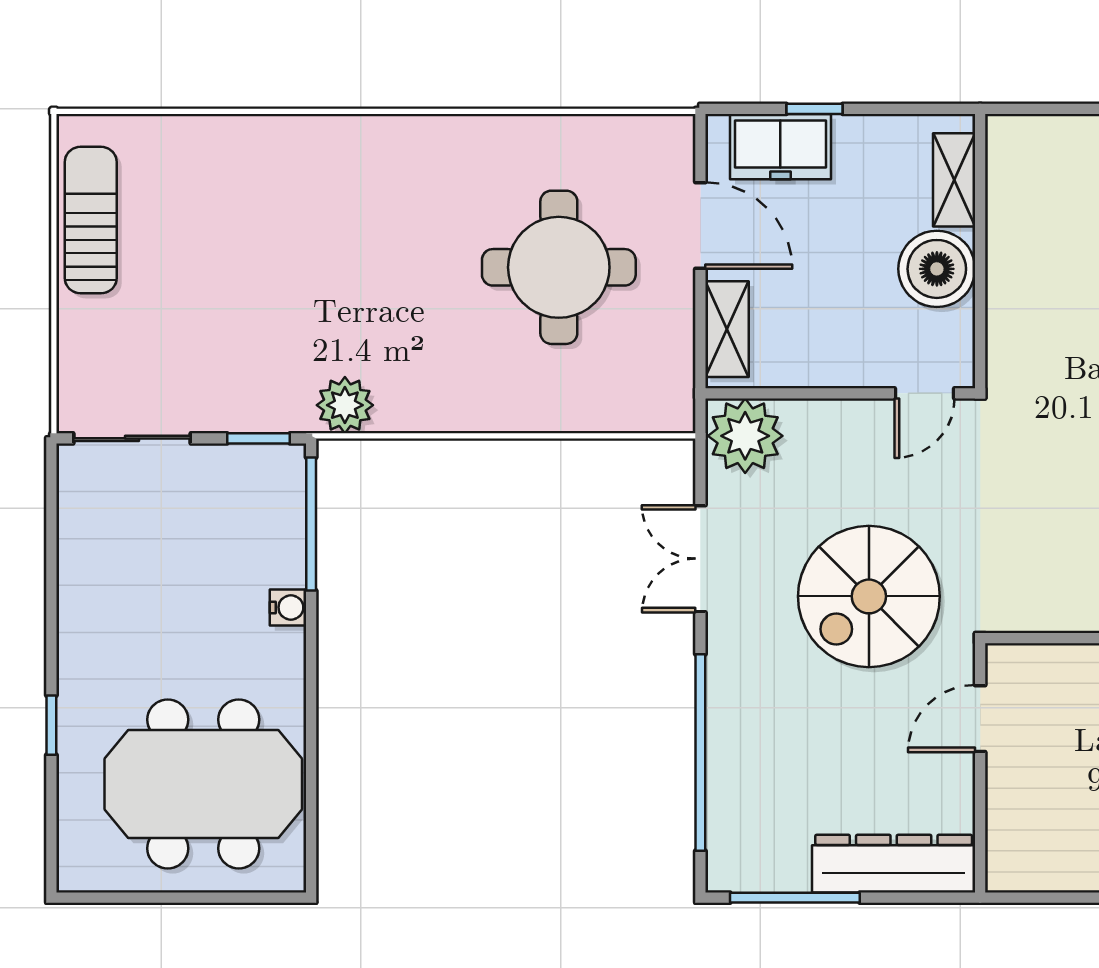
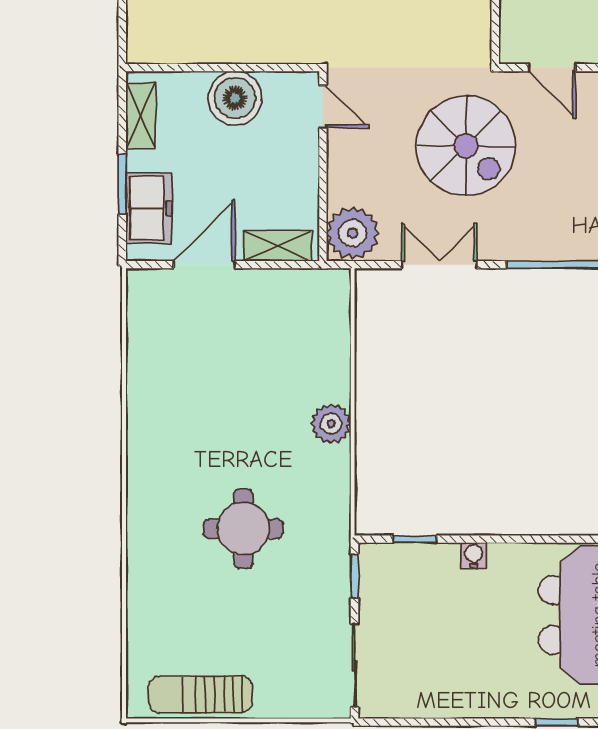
window: (815, 109) -> (122, 184), width x1.50
shelving: (954, 180) -> (141, 115), moved, turned 90
round table: (559, 267) -> (243, 529), moved, width x0.73, depth x0.73
plant: (345, 405) -> (331, 424), moved
window: (311, 524) -> (415, 539), width x0.46
double door: (700, 559) -> (439, 265), swing flipped

